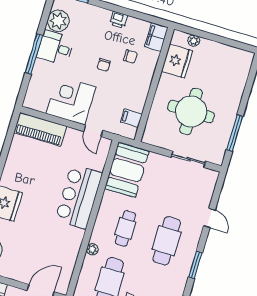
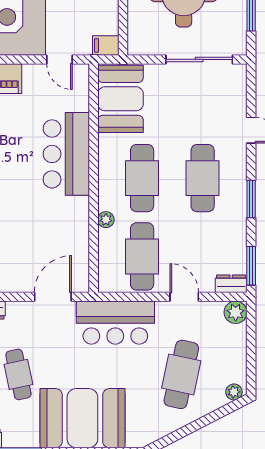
filing cabinet: (131, 118) -> (106, 45), moved
sliding door: (188, 159) -> (199, 59), width x1.37
cafe table: (125, 228) -> (142, 178), width x1.37, depth x1.35

